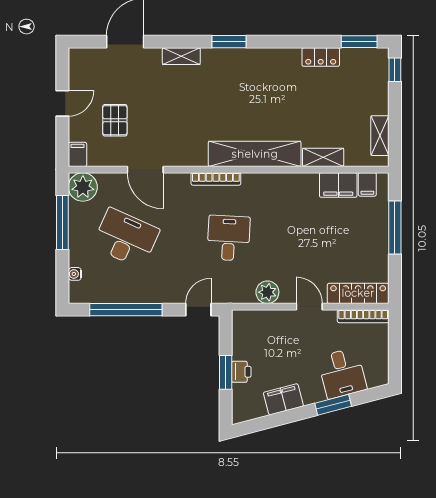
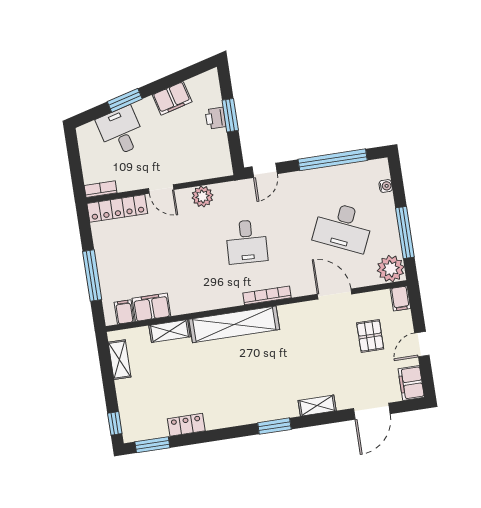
filing cabinet: (80, 65) -> (411, 383), added
bookcase: (363, 316) -> (101, 189), width x0.64

